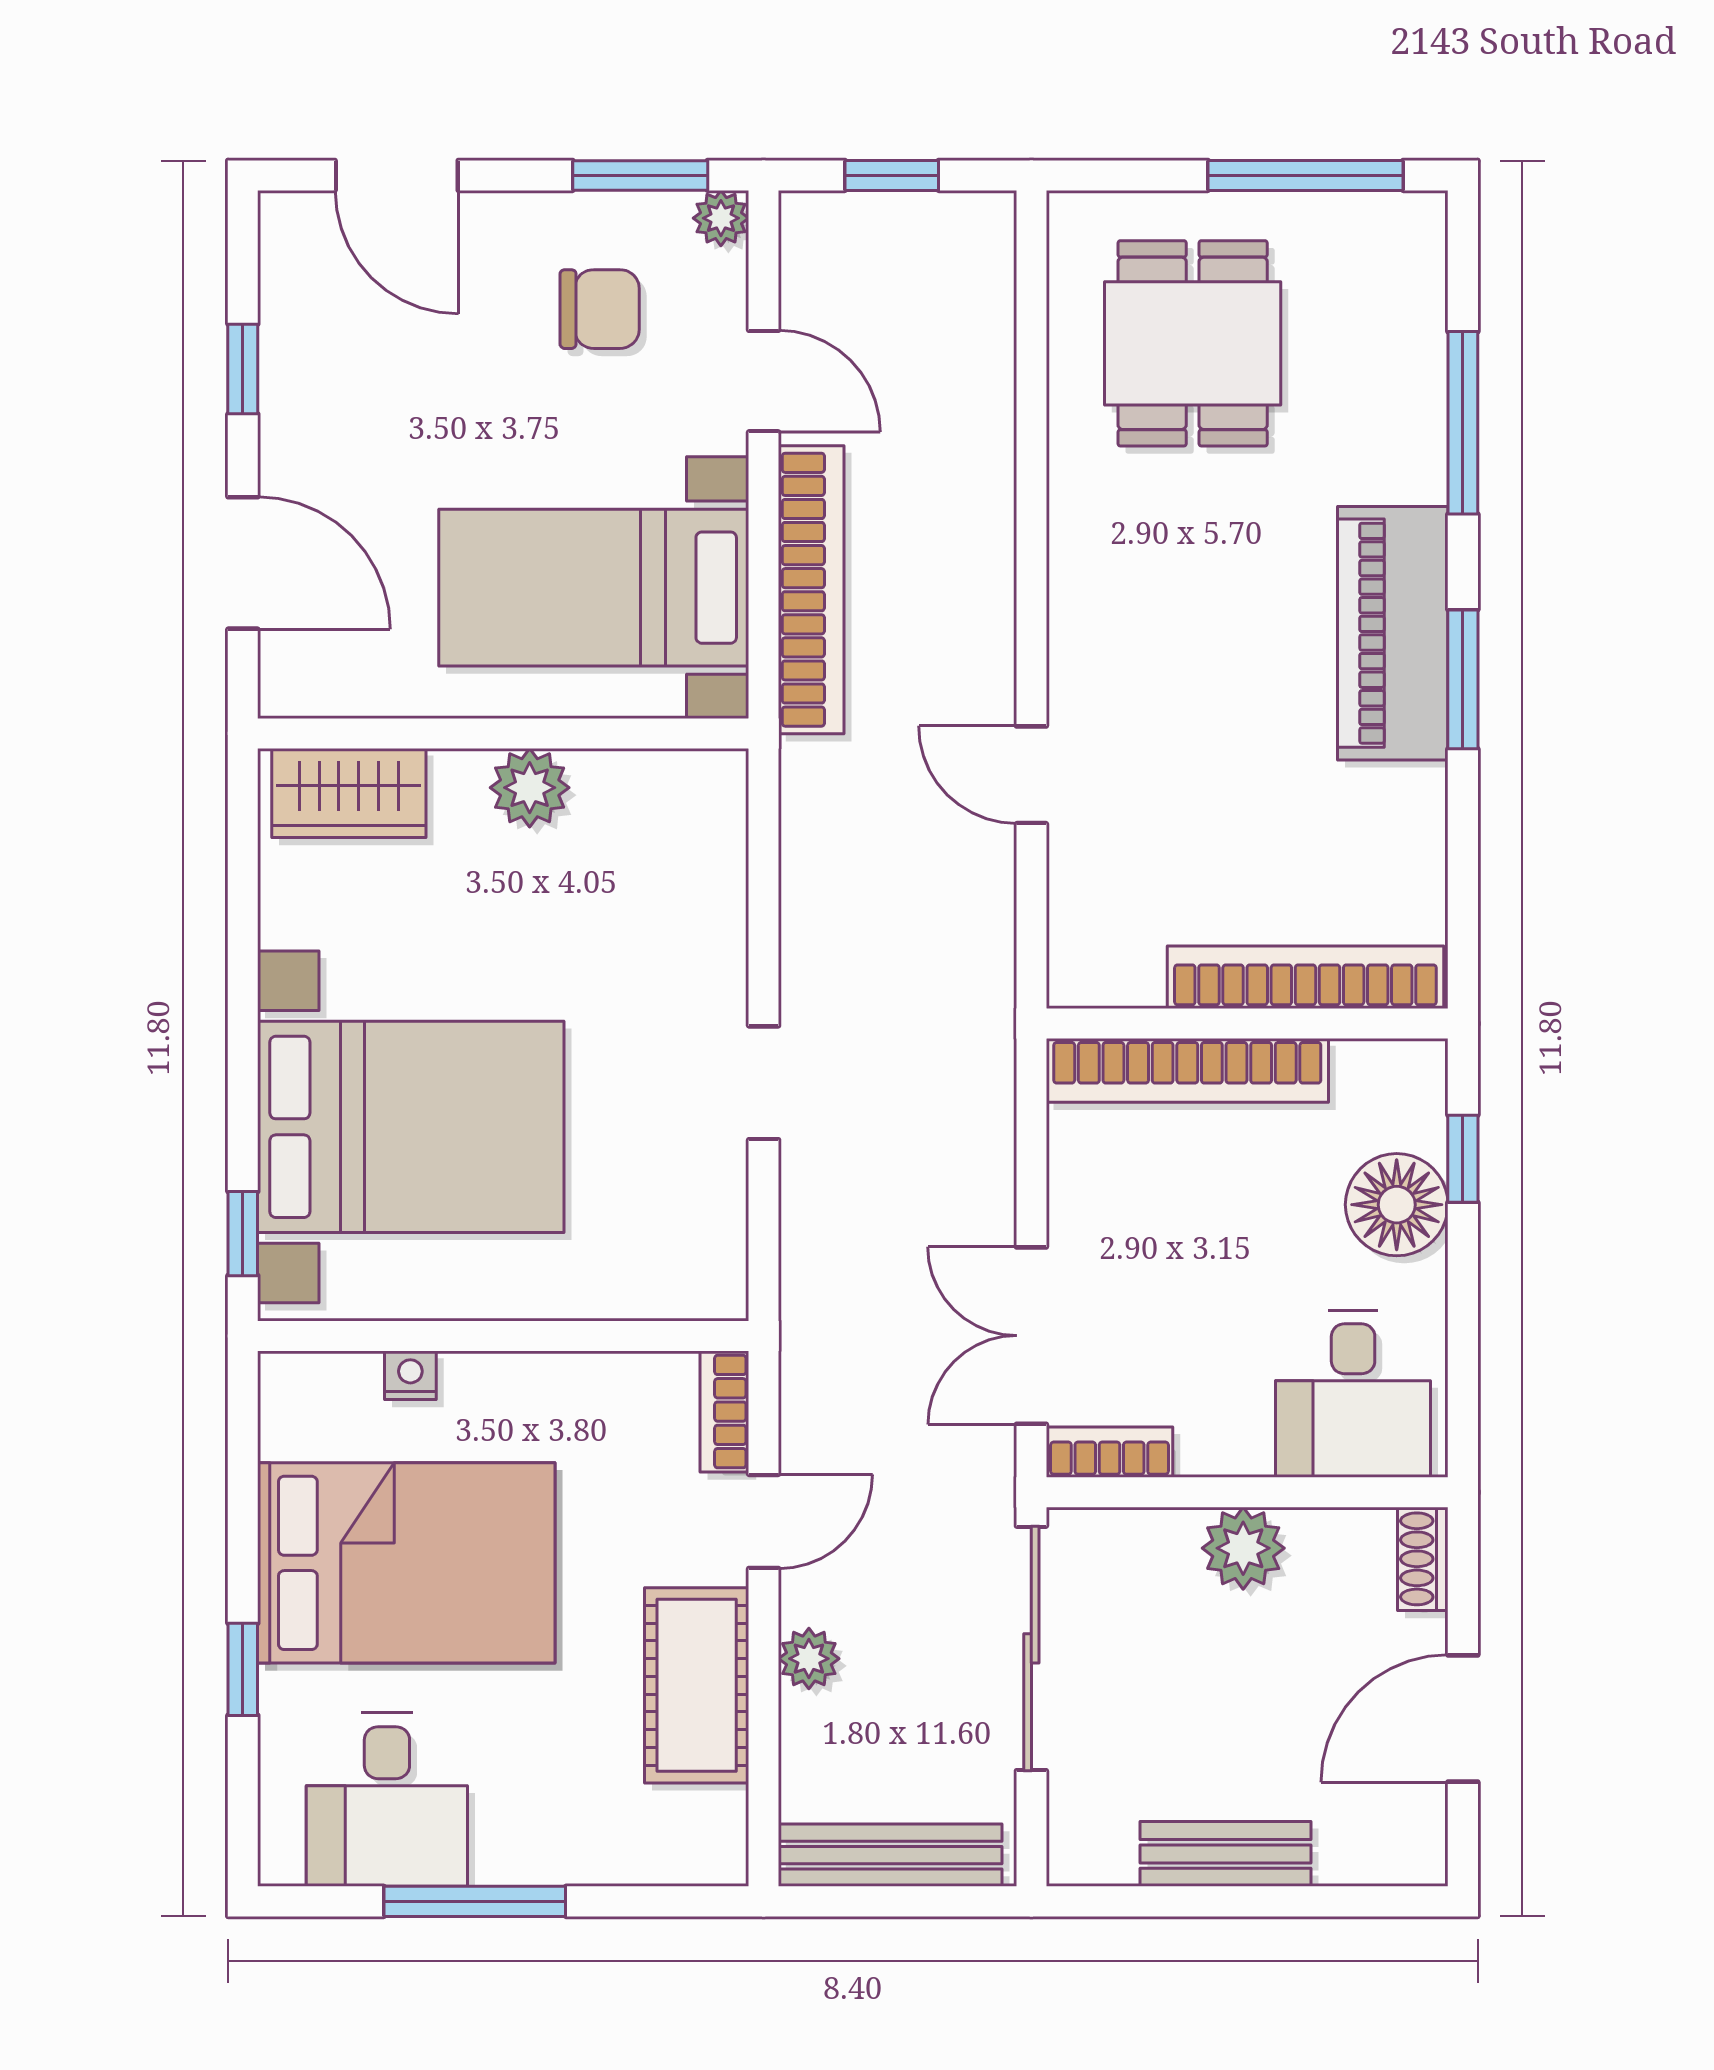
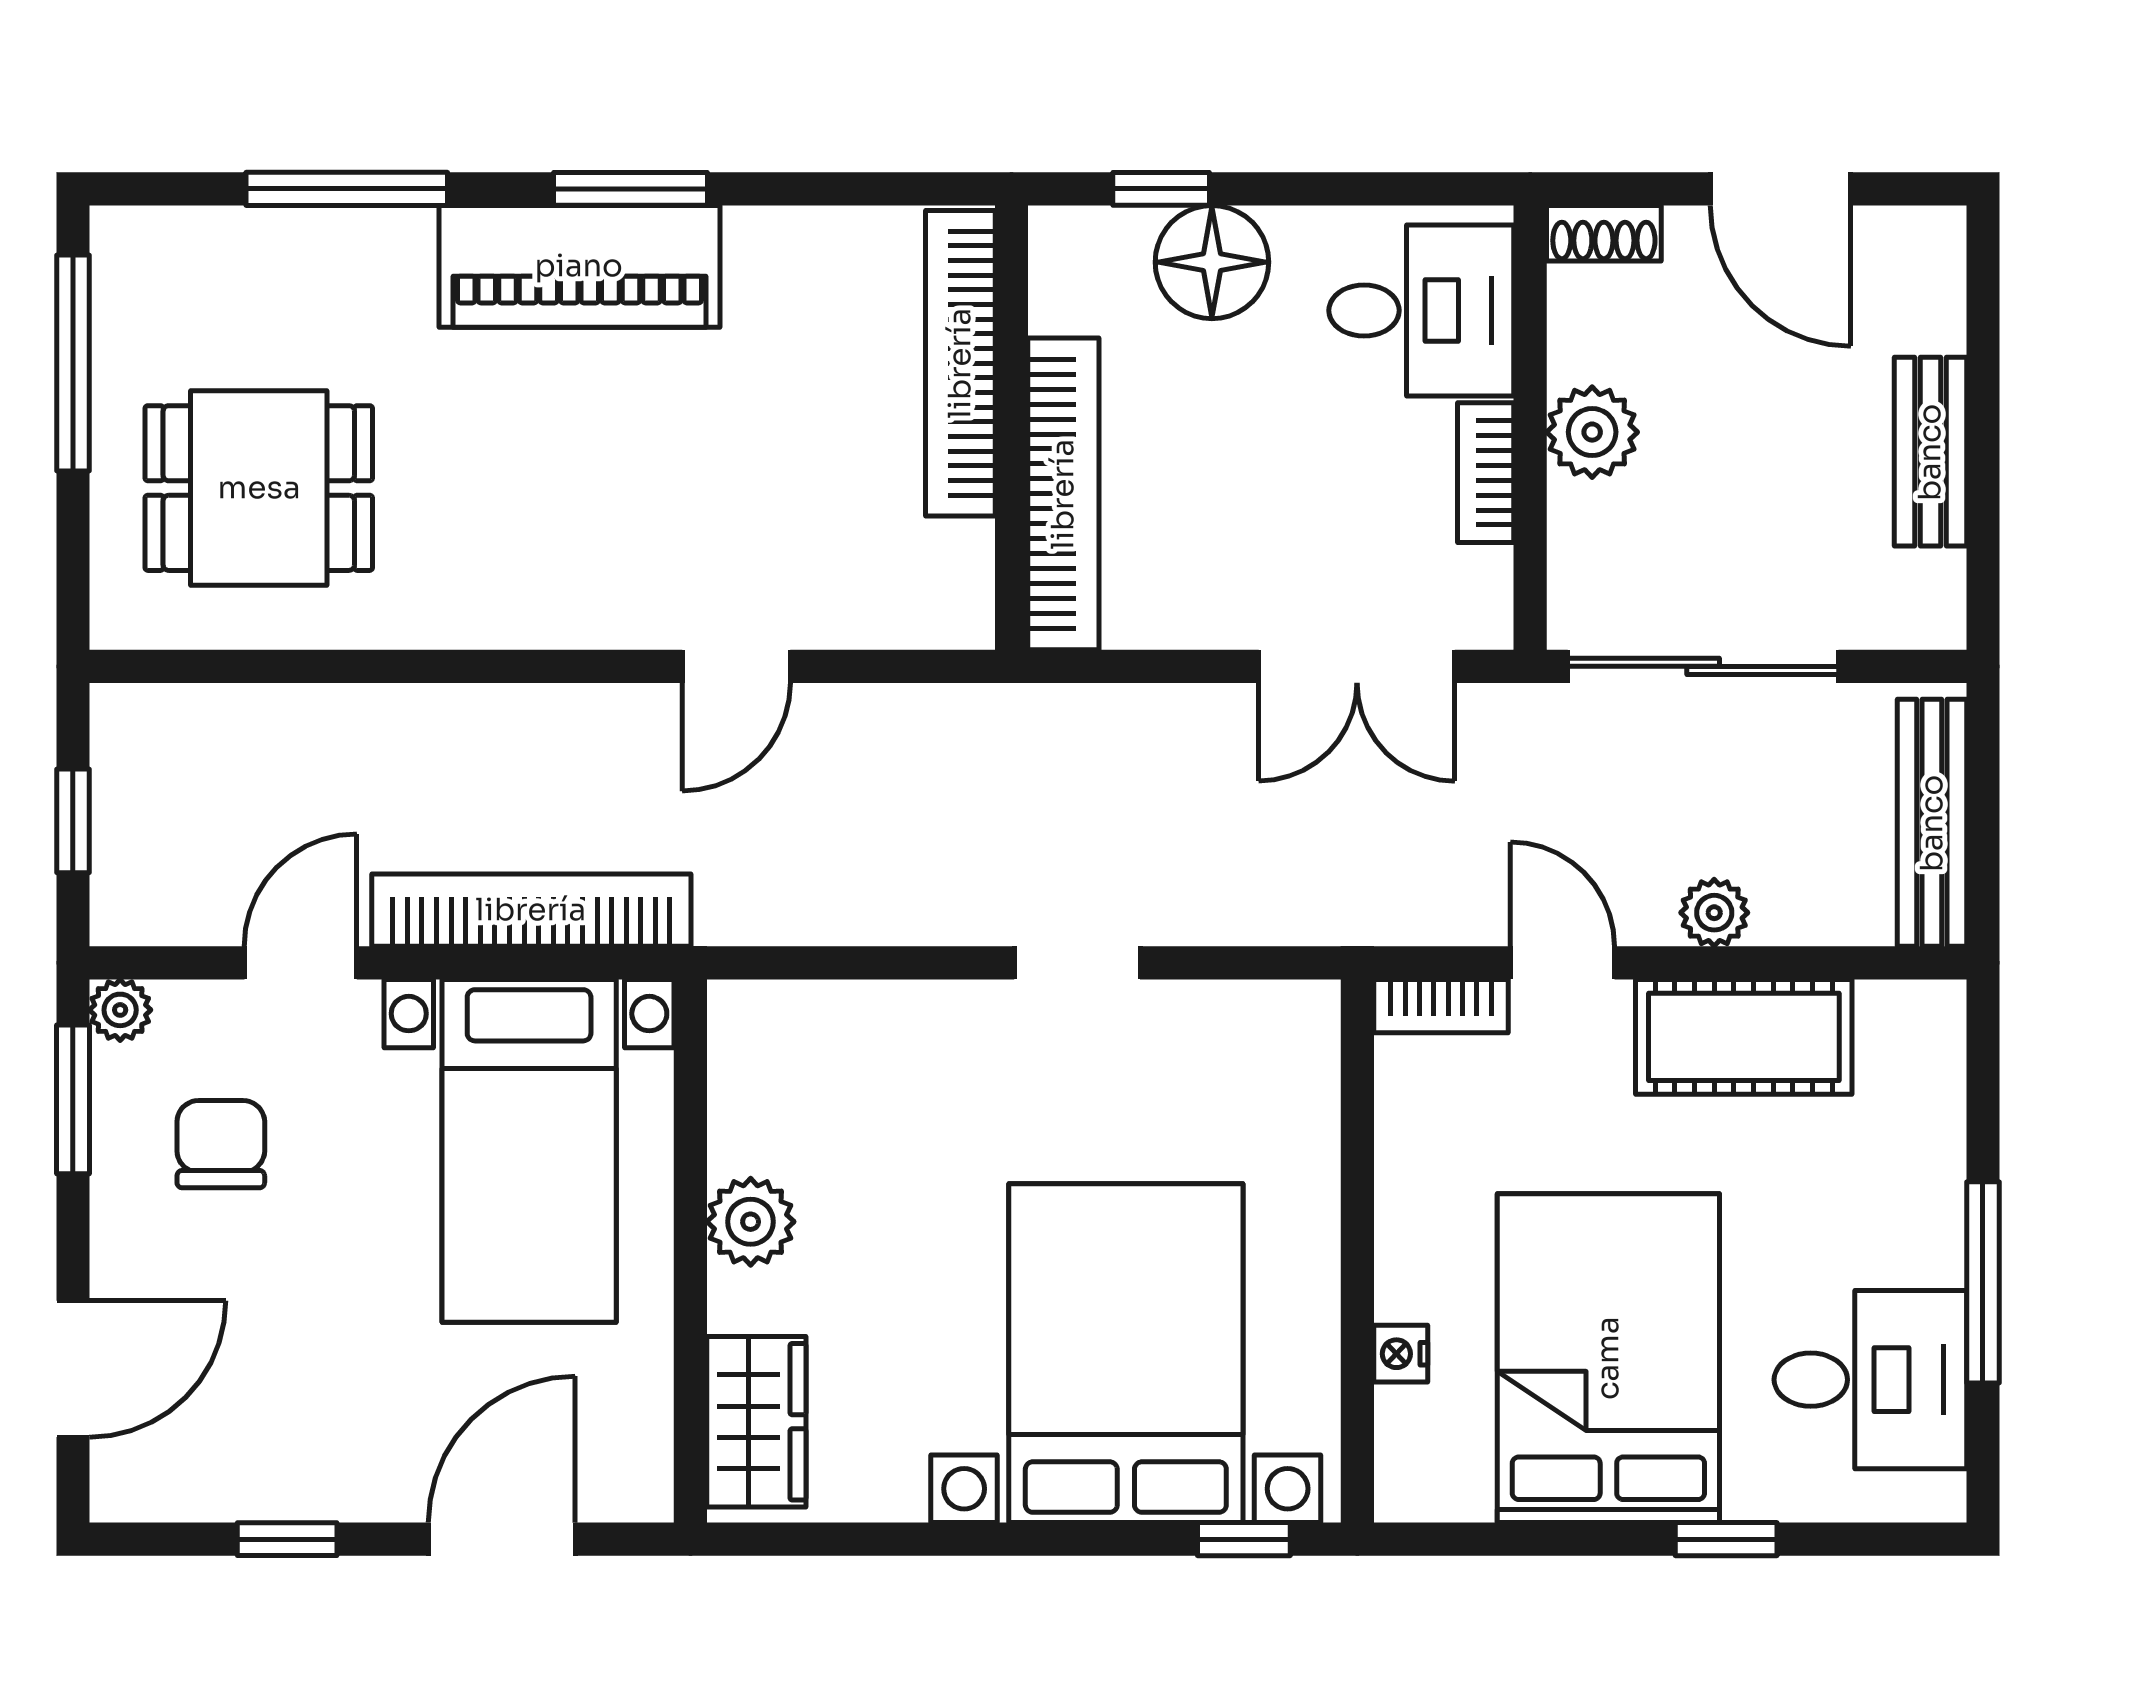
bookcase: (1110, 1452) -> (1486, 473), moved

